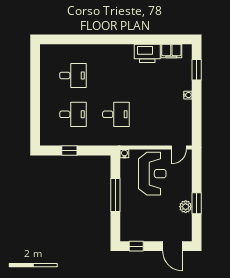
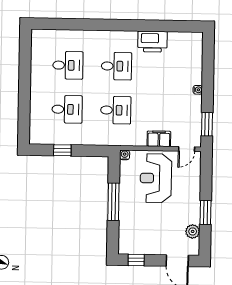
filing cabinet: (171, 51) -> (159, 139), moved, turned 180
window: (197, 70) -> (207, 124), moved
desk: (116, 75) -> (116, 66), added
reception desk: (152, 174) -> (156, 178), turned 180
plant: (186, 207) -> (193, 231), moved

